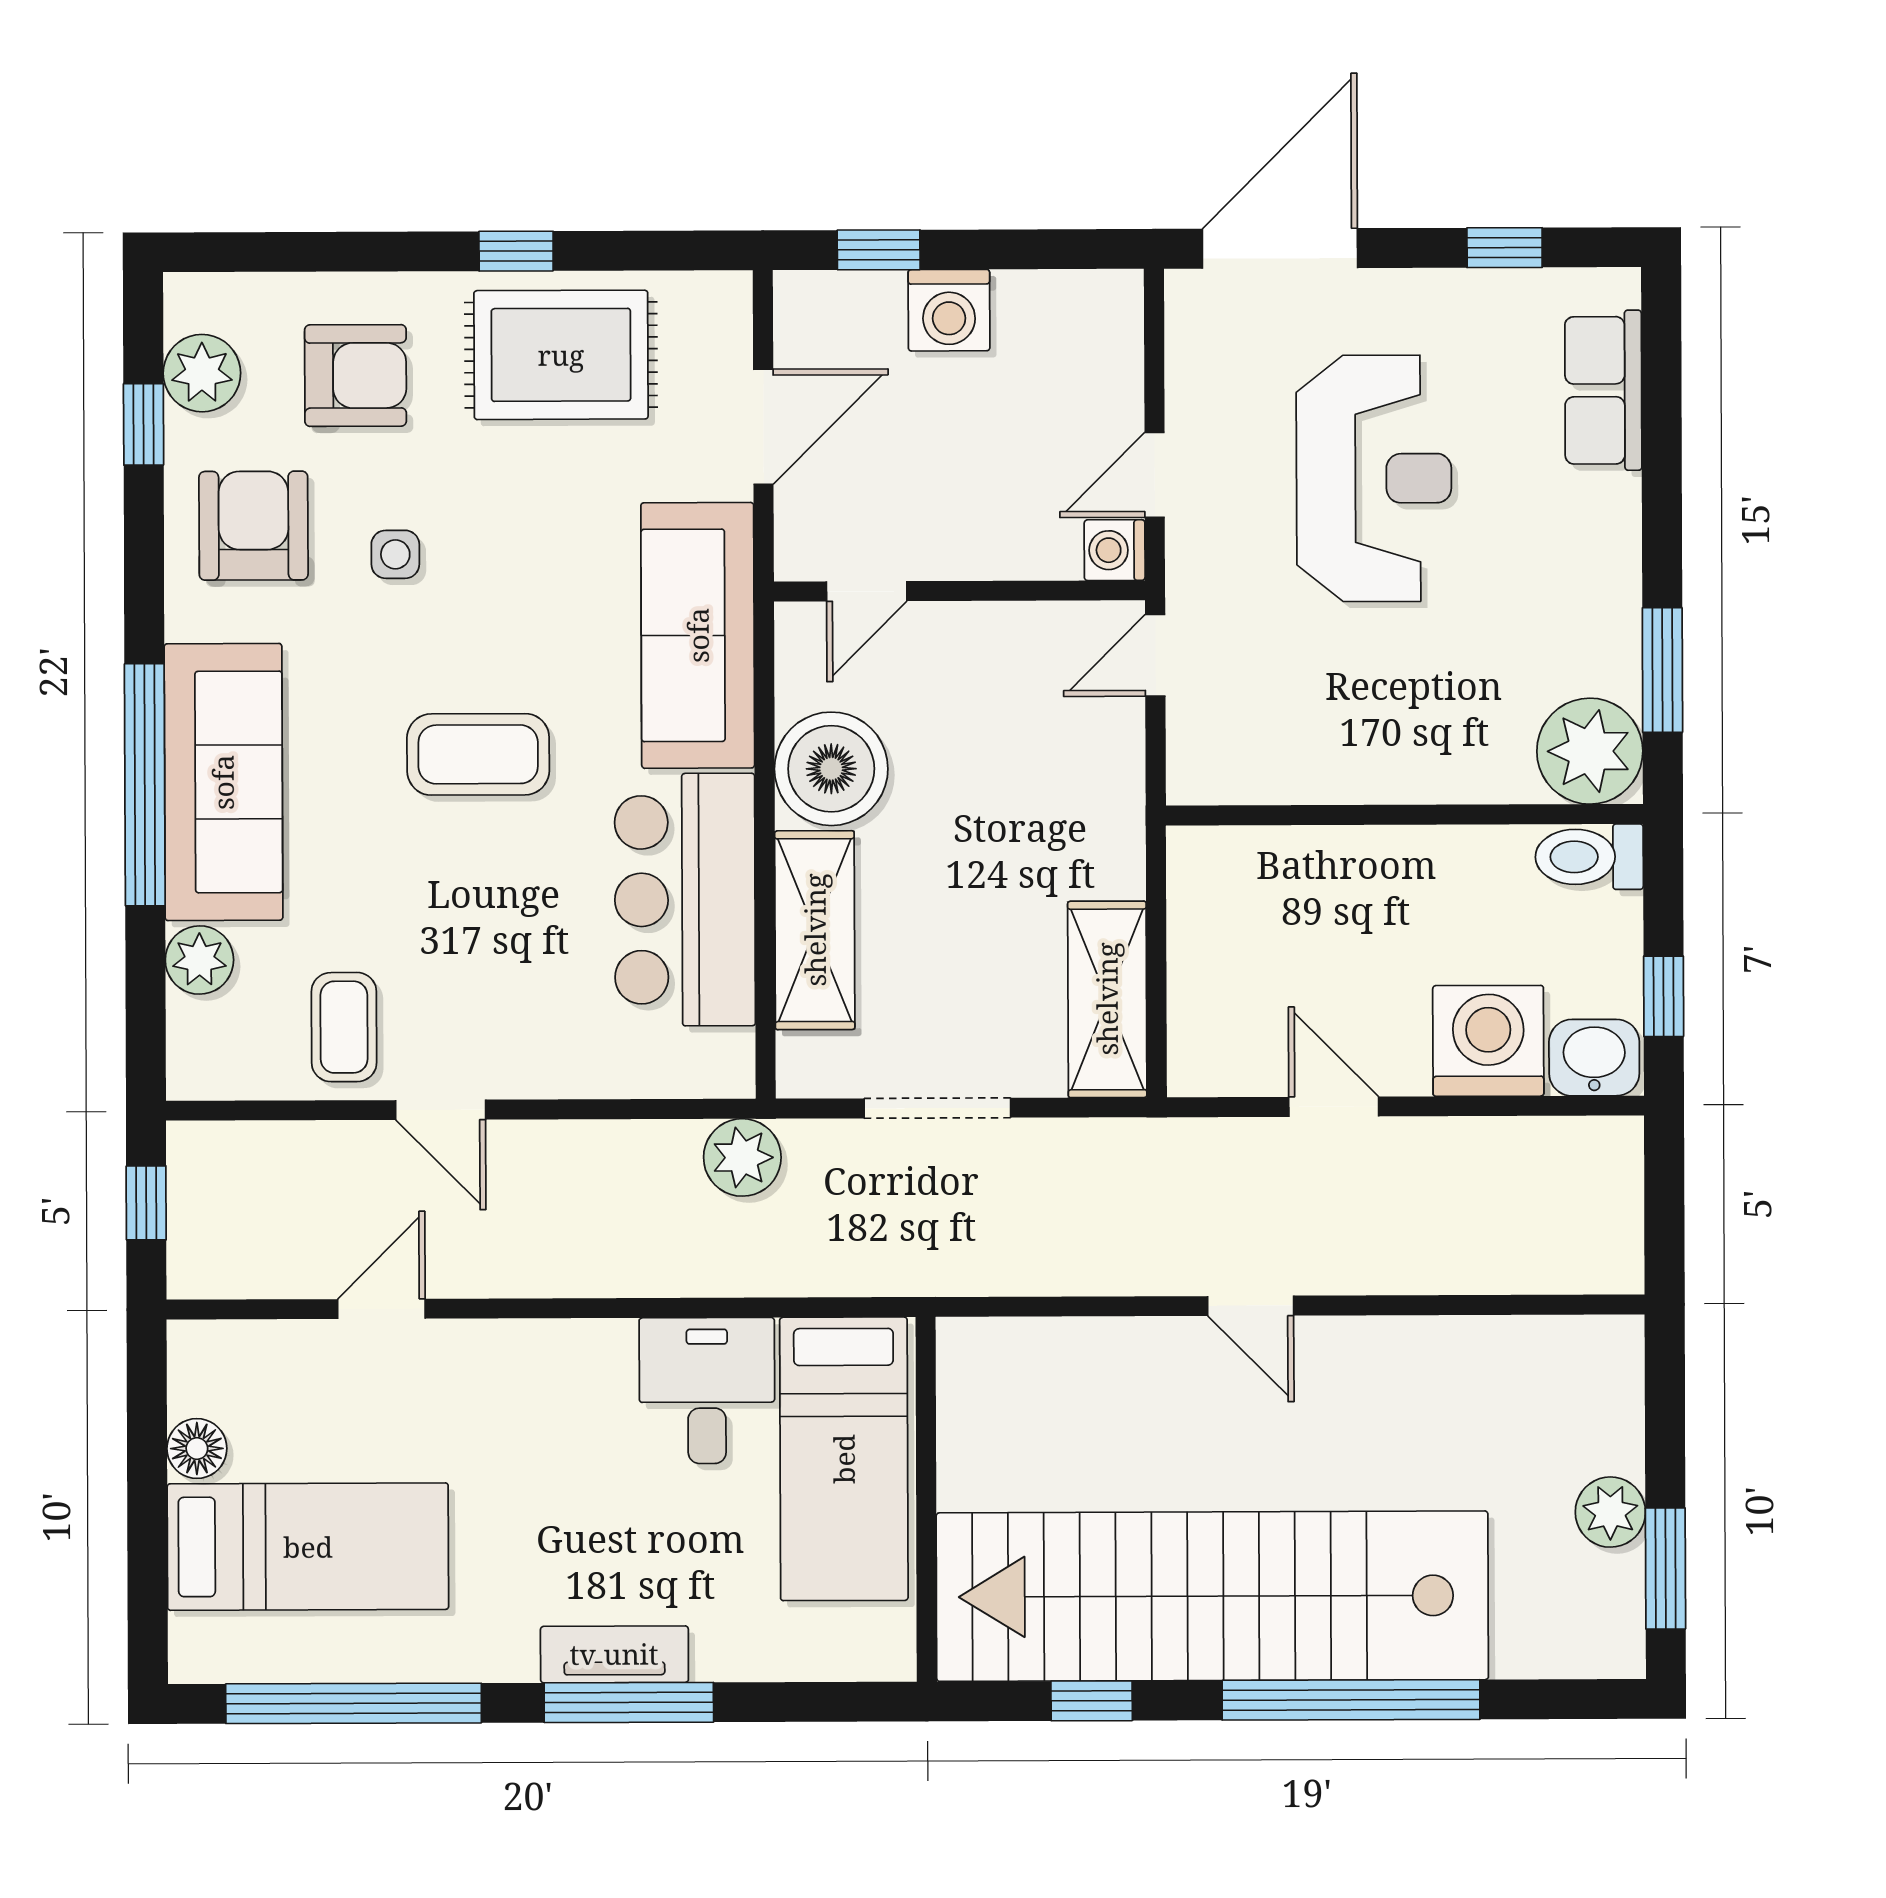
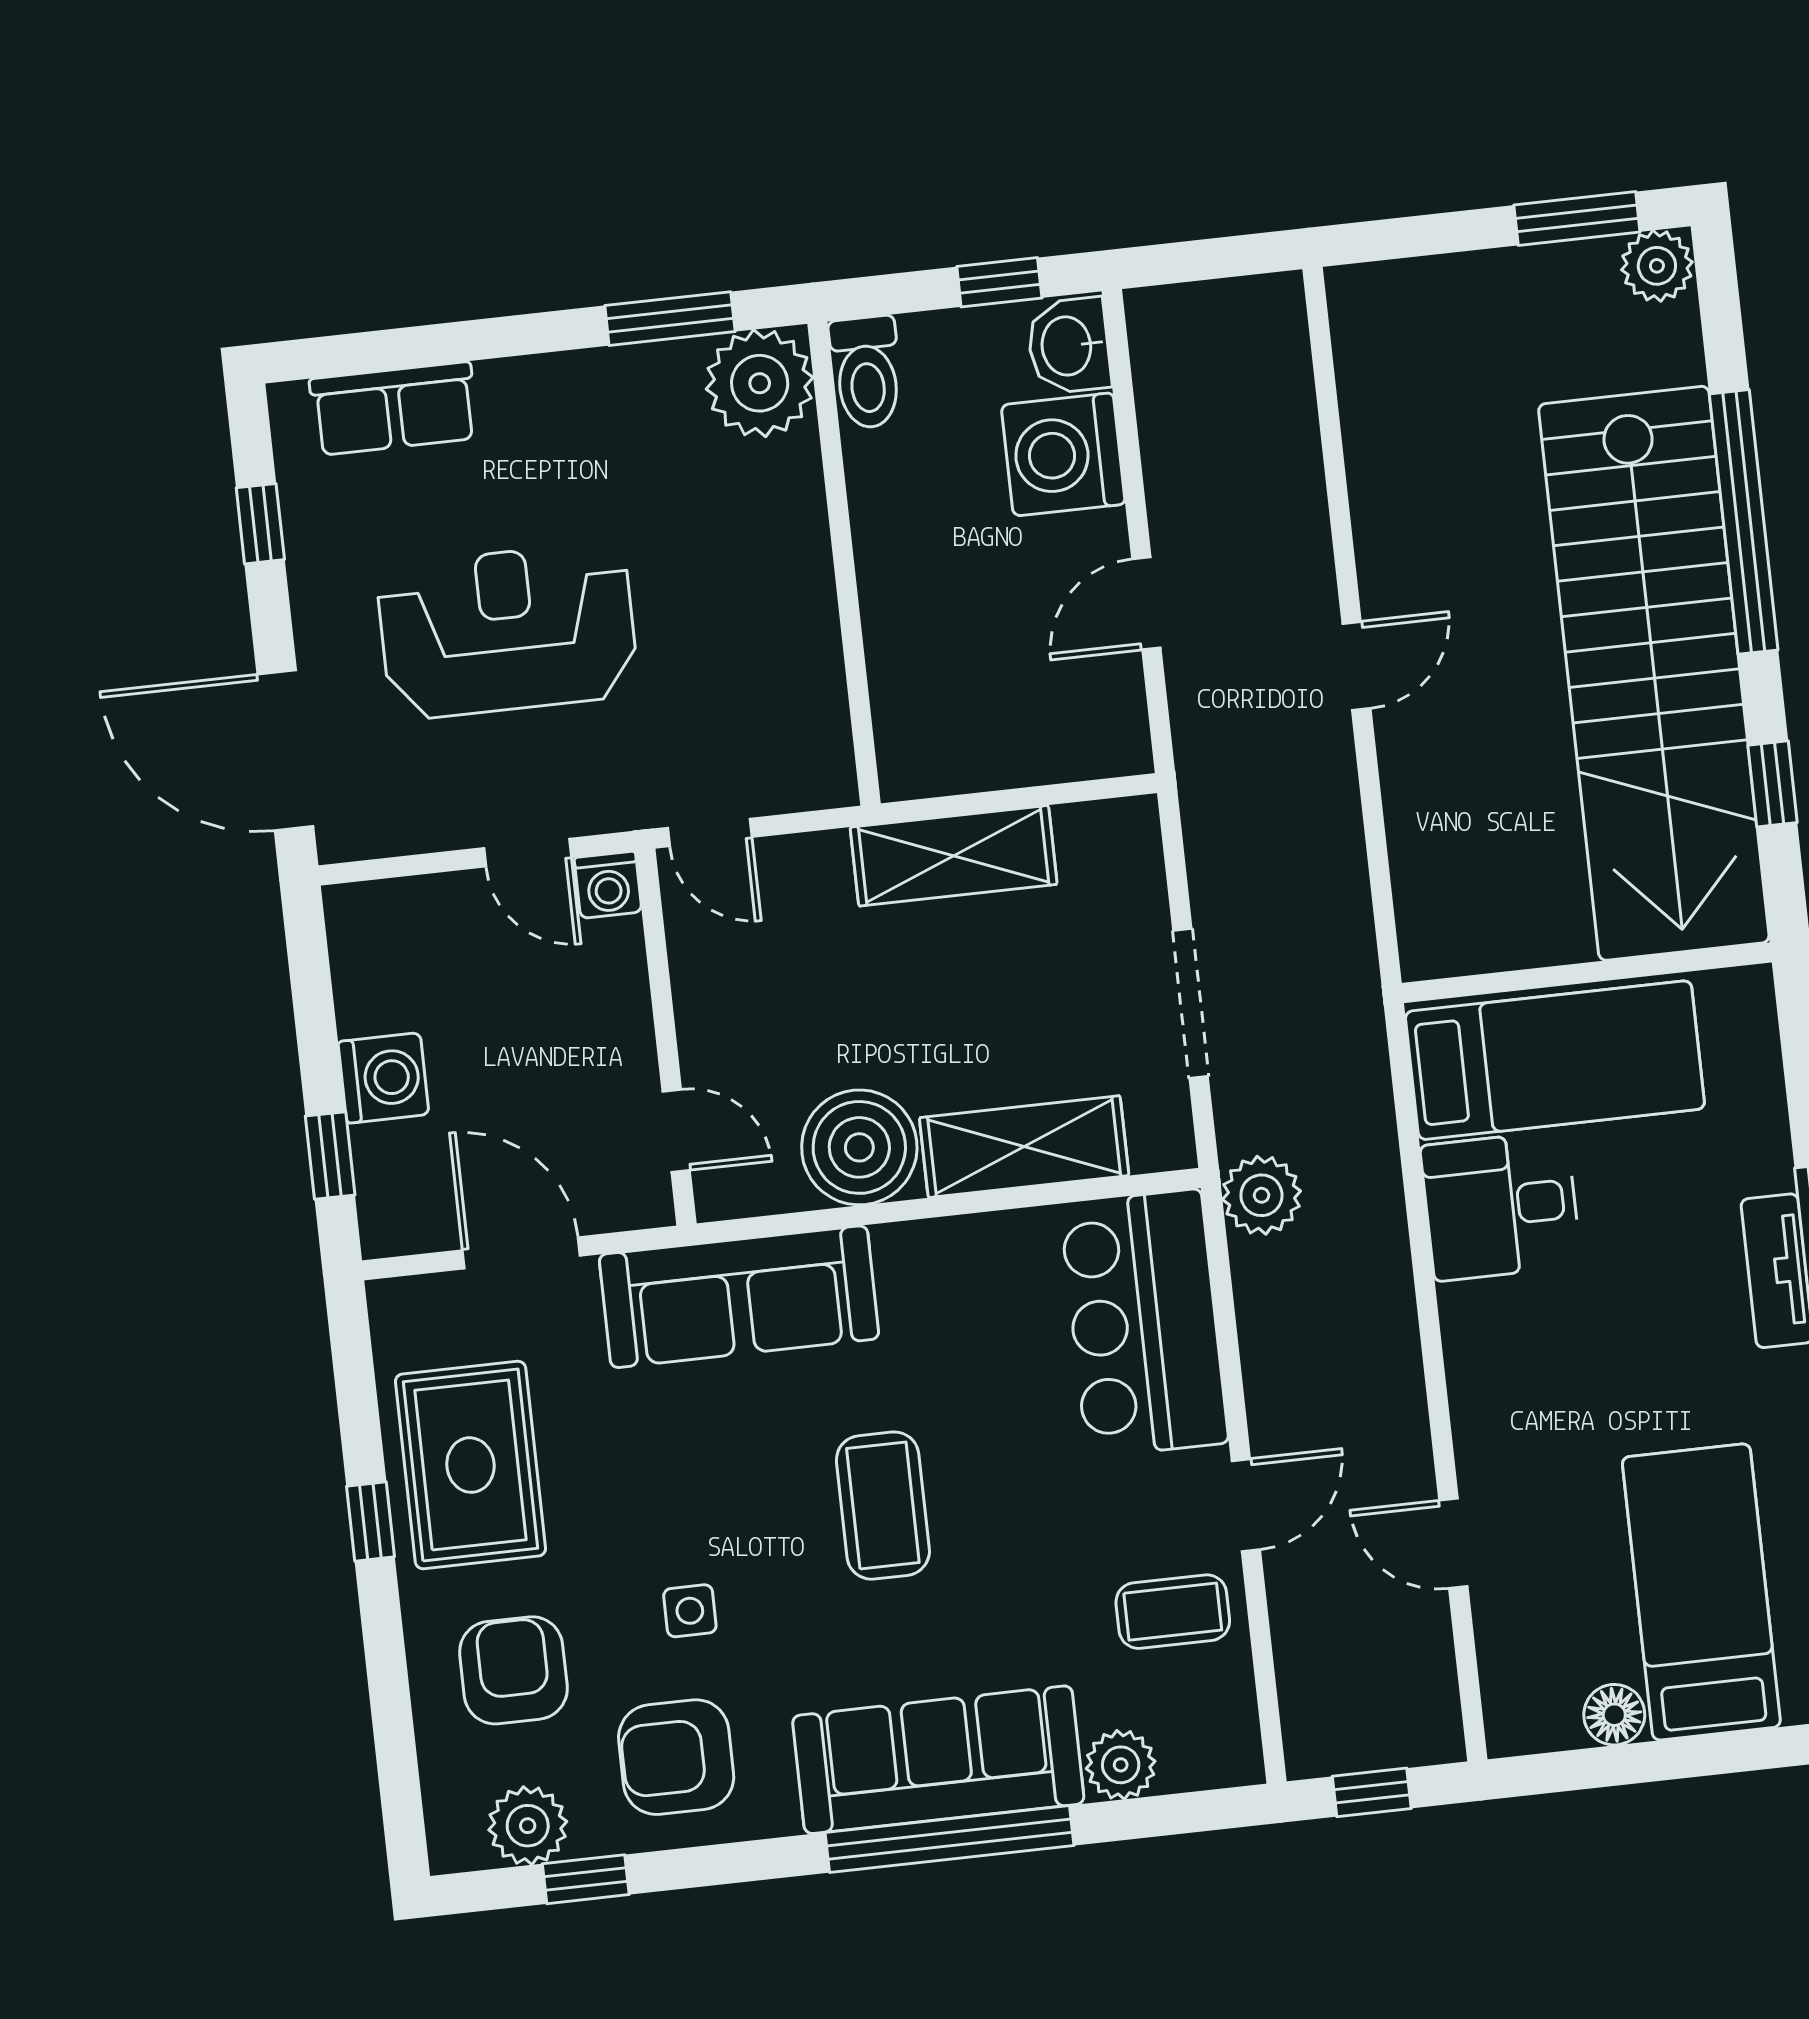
bar counter: (685, 900) -> (1144, 1323), moved, turned 90
shelving: (1107, 999) -> (954, 856), moved
plant: (1610, 1512) -> (1657, 266), moved

